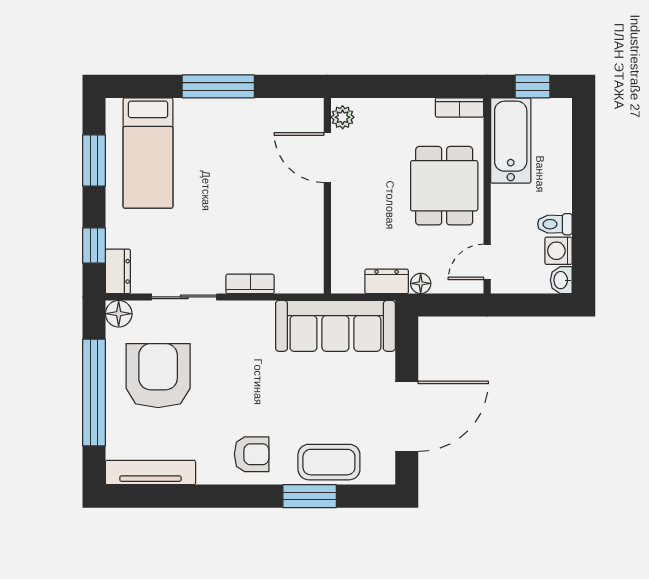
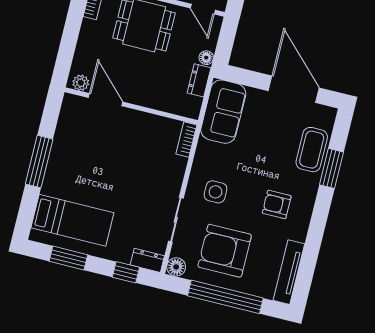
door: (327, 158) -> (106, 100), swing flipped
bookcase: (250, 284) -> (186, 139), moved
sofa: (335, 326) -> (223, 112), width x0.73
side table: (237, 343) -> (215, 192), added
armchair: (252, 454) -> (277, 204), moved, turned -90

